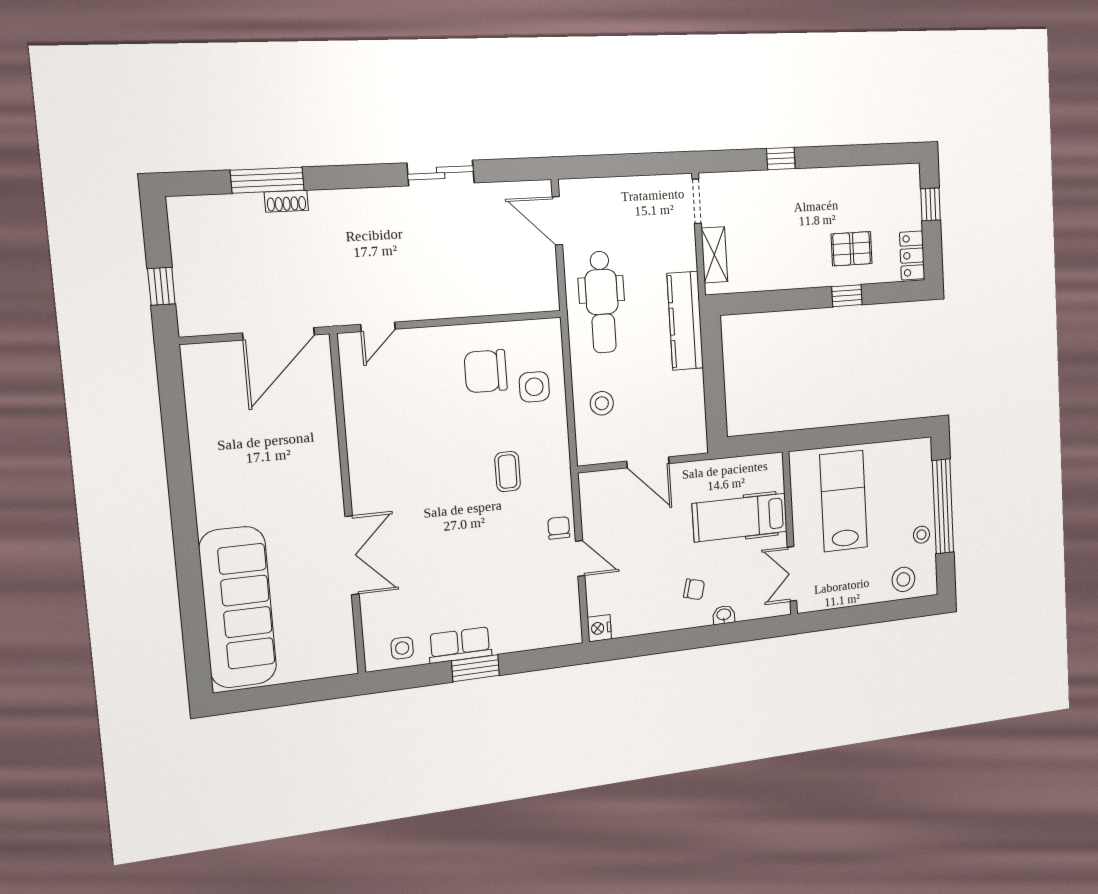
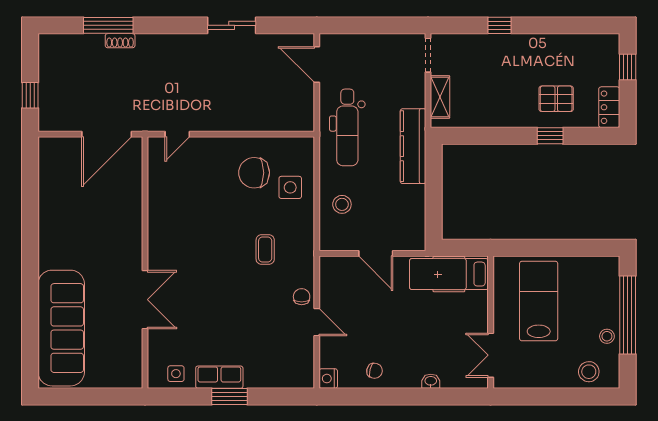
hospital bed: (740, 518) -> (449, 274), moved
chair: (694, 589) -> (375, 371), moved

